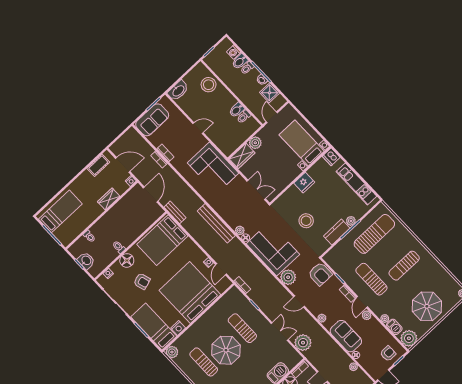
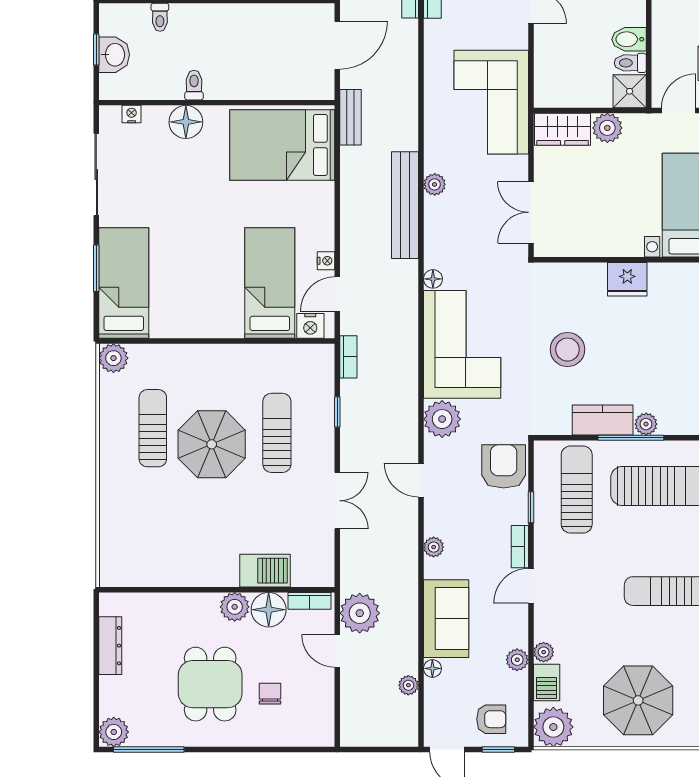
shower: (252, 125) -> (630, 91), added
double door: (256, 190) -> (531, 212), swing flipped
plant: (240, 230) -> (435, 184), moved
armchair: (320, 274) -> (504, 466), turned 180
sun lounger: (371, 279) -> (577, 490), moved
armchair: (142, 281) -> (178, 184), removed
bed: (190, 292) -> (270, 283), width x0.49
plant: (367, 315) -> (517, 660), moved
nightstand: (178, 328) -> (310, 326), moved
plant: (303, 343) -> (360, 613), moved

